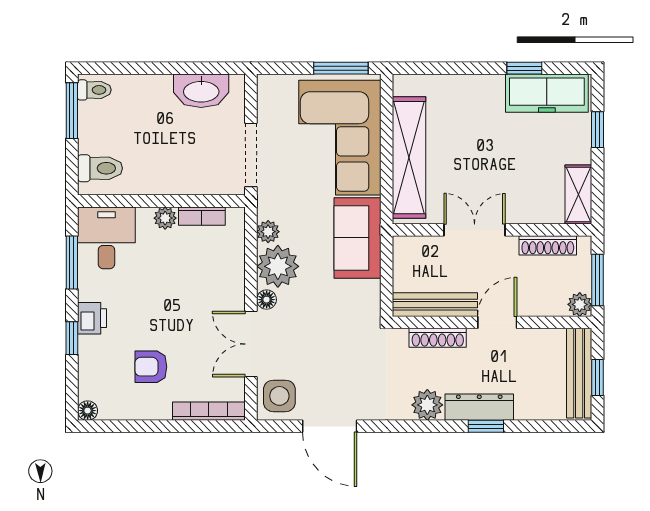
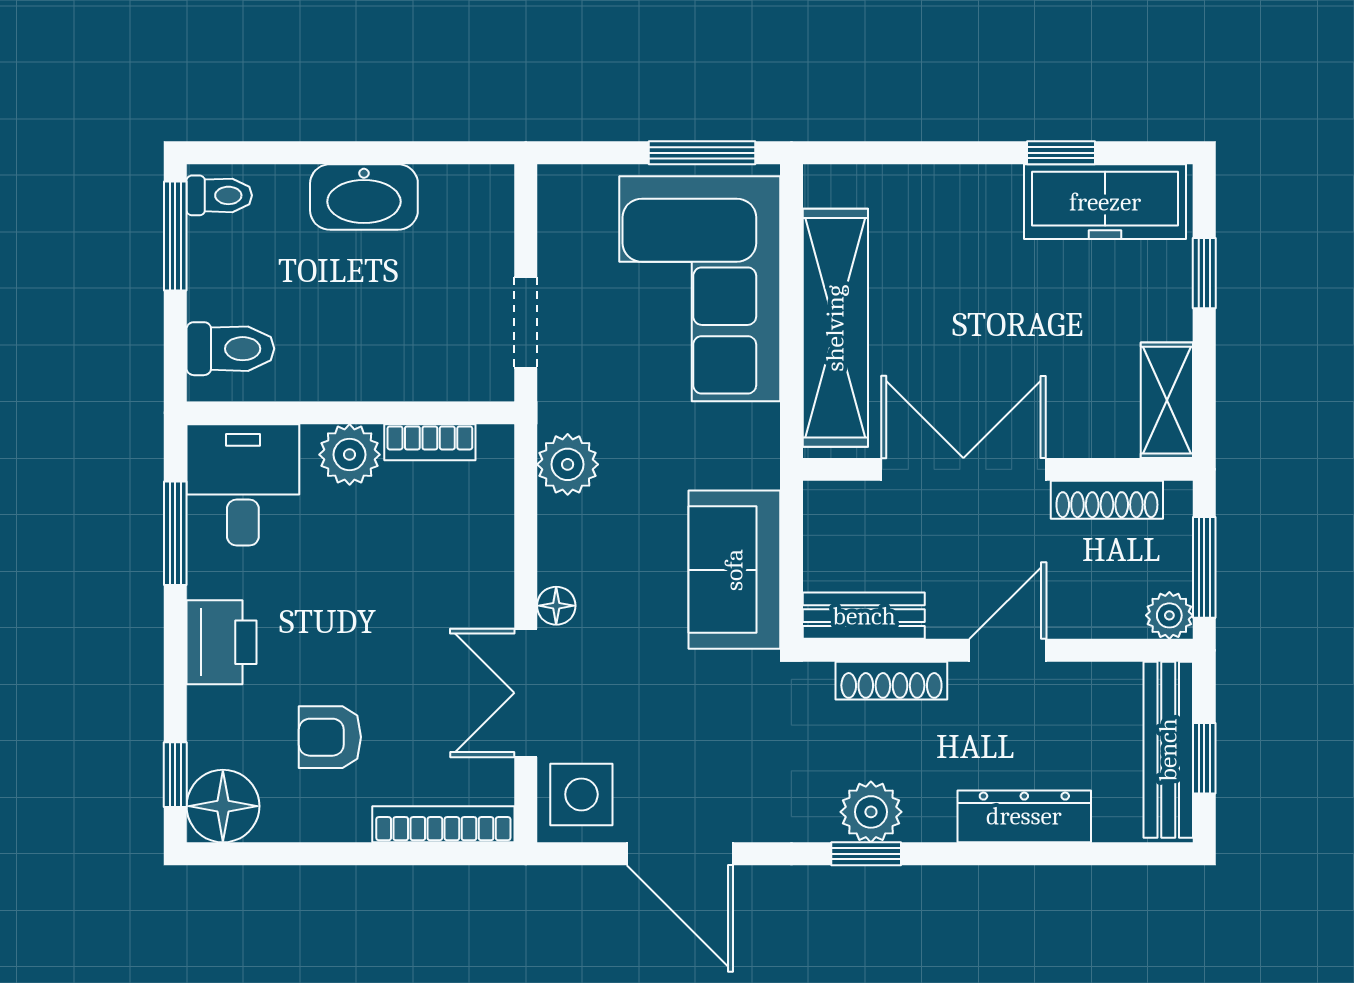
washbasin: (201, 91) -> (364, 197), moved
doorway: (251, 155) -> (526, 323), width x0.73
plant: (165, 218) -> (350, 455), width x1.38, depth x1.38
double door: (475, 230) -> (963, 469), width x1.37
plant: (268, 232) -> (568, 464), width x1.38, depth x1.38
sofa: (358, 238) -> (734, 570), moved
plant: (278, 266) -> (578, 541), removed
bench: (435, 305) -> (864, 616), width x0.73
printer: (92, 318) -> (221, 642), width x1.36, depth x1.24
window: (72, 338) -> (175, 775), moved
dresser: (479, 407) -> (1024, 816), moved
floor lamp: (88, 411) -> (223, 806), width x1.89, depth x1.89
window: (486, 426) -> (866, 854), moved

